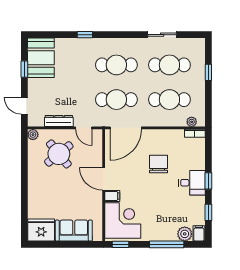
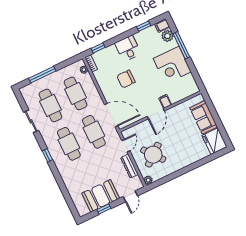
window: (85, 35) -> (47, 155), moved
booth: (41, 58) -> (101, 196), moved
window: (208, 72) -> (42, 75), width x2.17
window: (208, 181) -> (98, 48), moved
corner desk: (123, 220) -> (172, 65), moved, turned -90
window: (121, 244) -> (197, 79), removed

